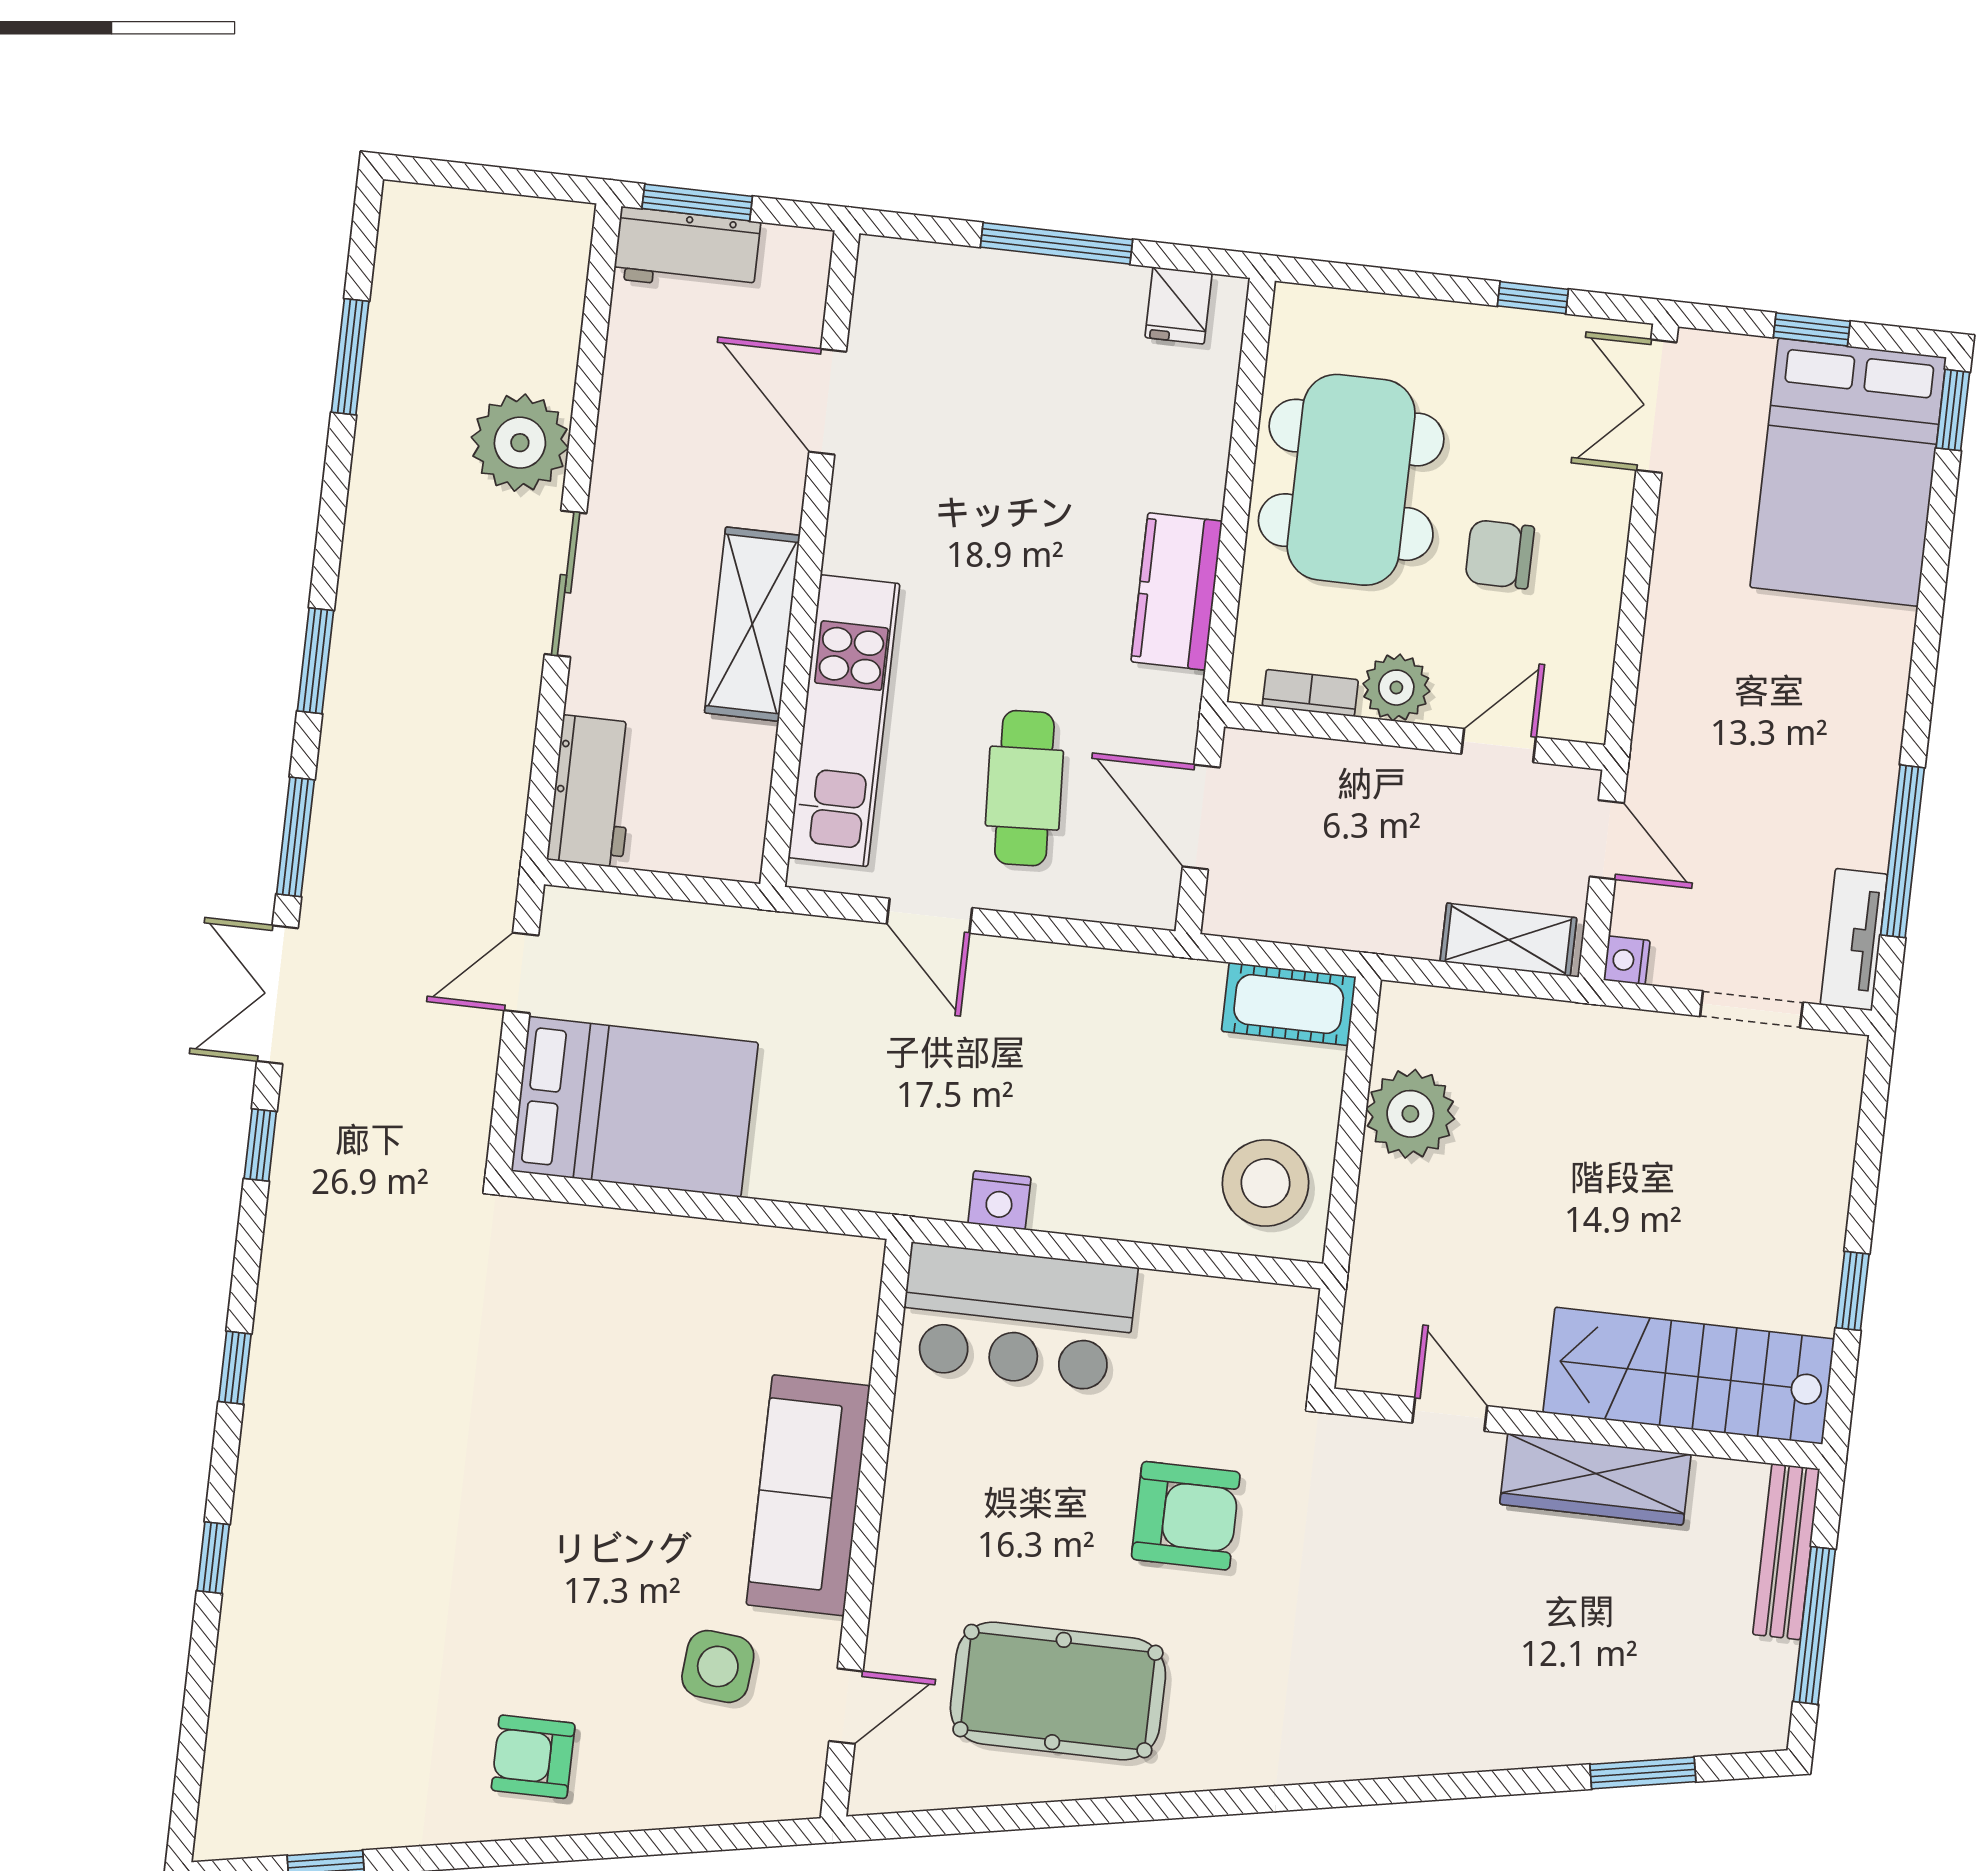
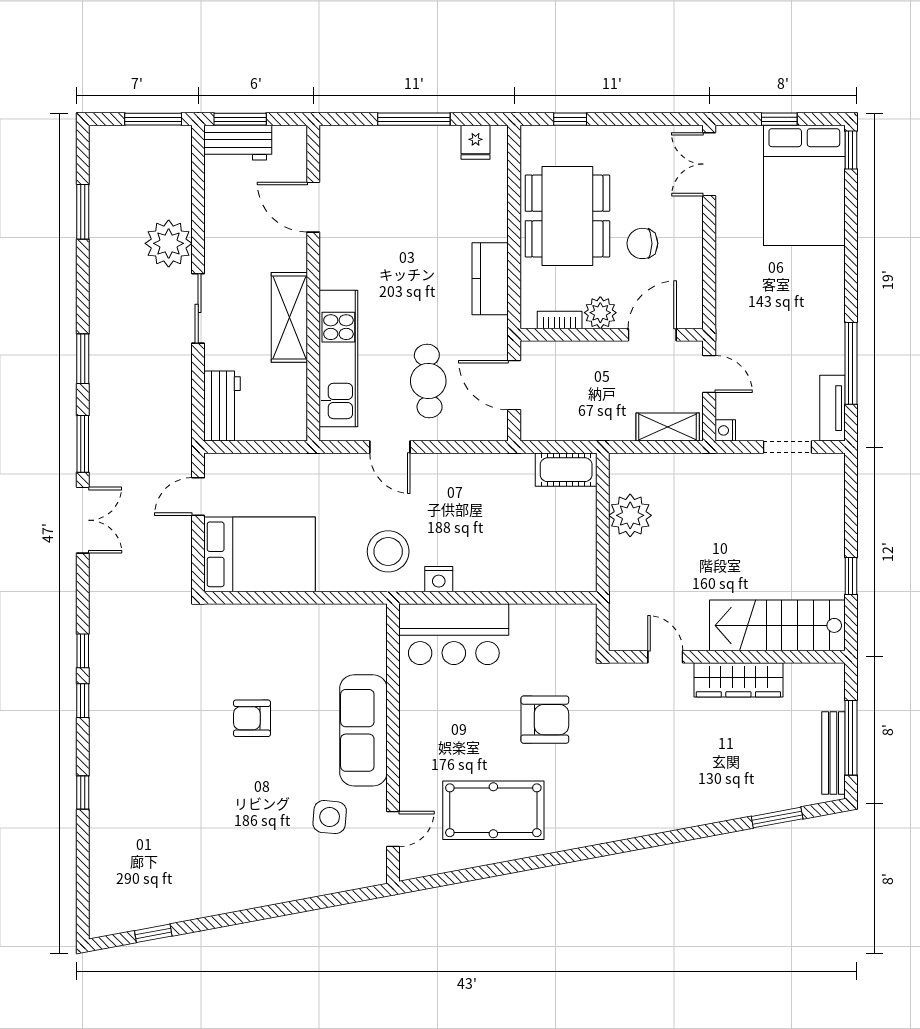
window: (517, 182) -> (153, 119), added
window: (1533, 298) -> (570, 119), moved
door: (1499, 745) -> (652, 335), width x1.38
double door: (277, 995) -> (83, 520), swing flipped
window: (260, 1145) -> (83, 651), moved
stool: (1266, 1183) -> (388, 551), moved
bench: (1786, 1552) -> (833, 753), moved
armchair: (533, 1757) -> (252, 718), moved

